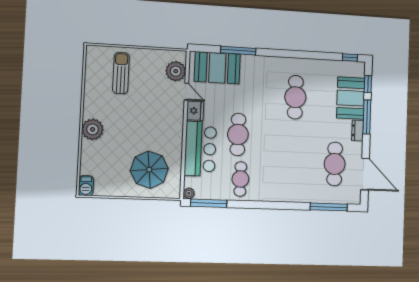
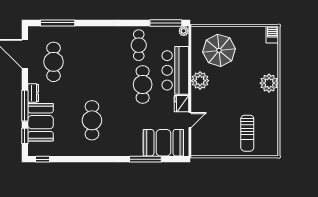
plant: (176, 71) -> (200, 81), moved
door: (186, 92) -> (190, 120), swing flipped

